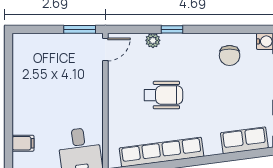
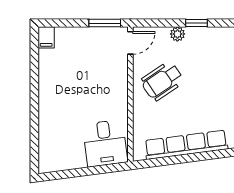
wheelchair: (163, 95) -> (162, 81), moved, turned 146
filing cabinet: (23, 143) -> (46, 37), moved, turned 90

